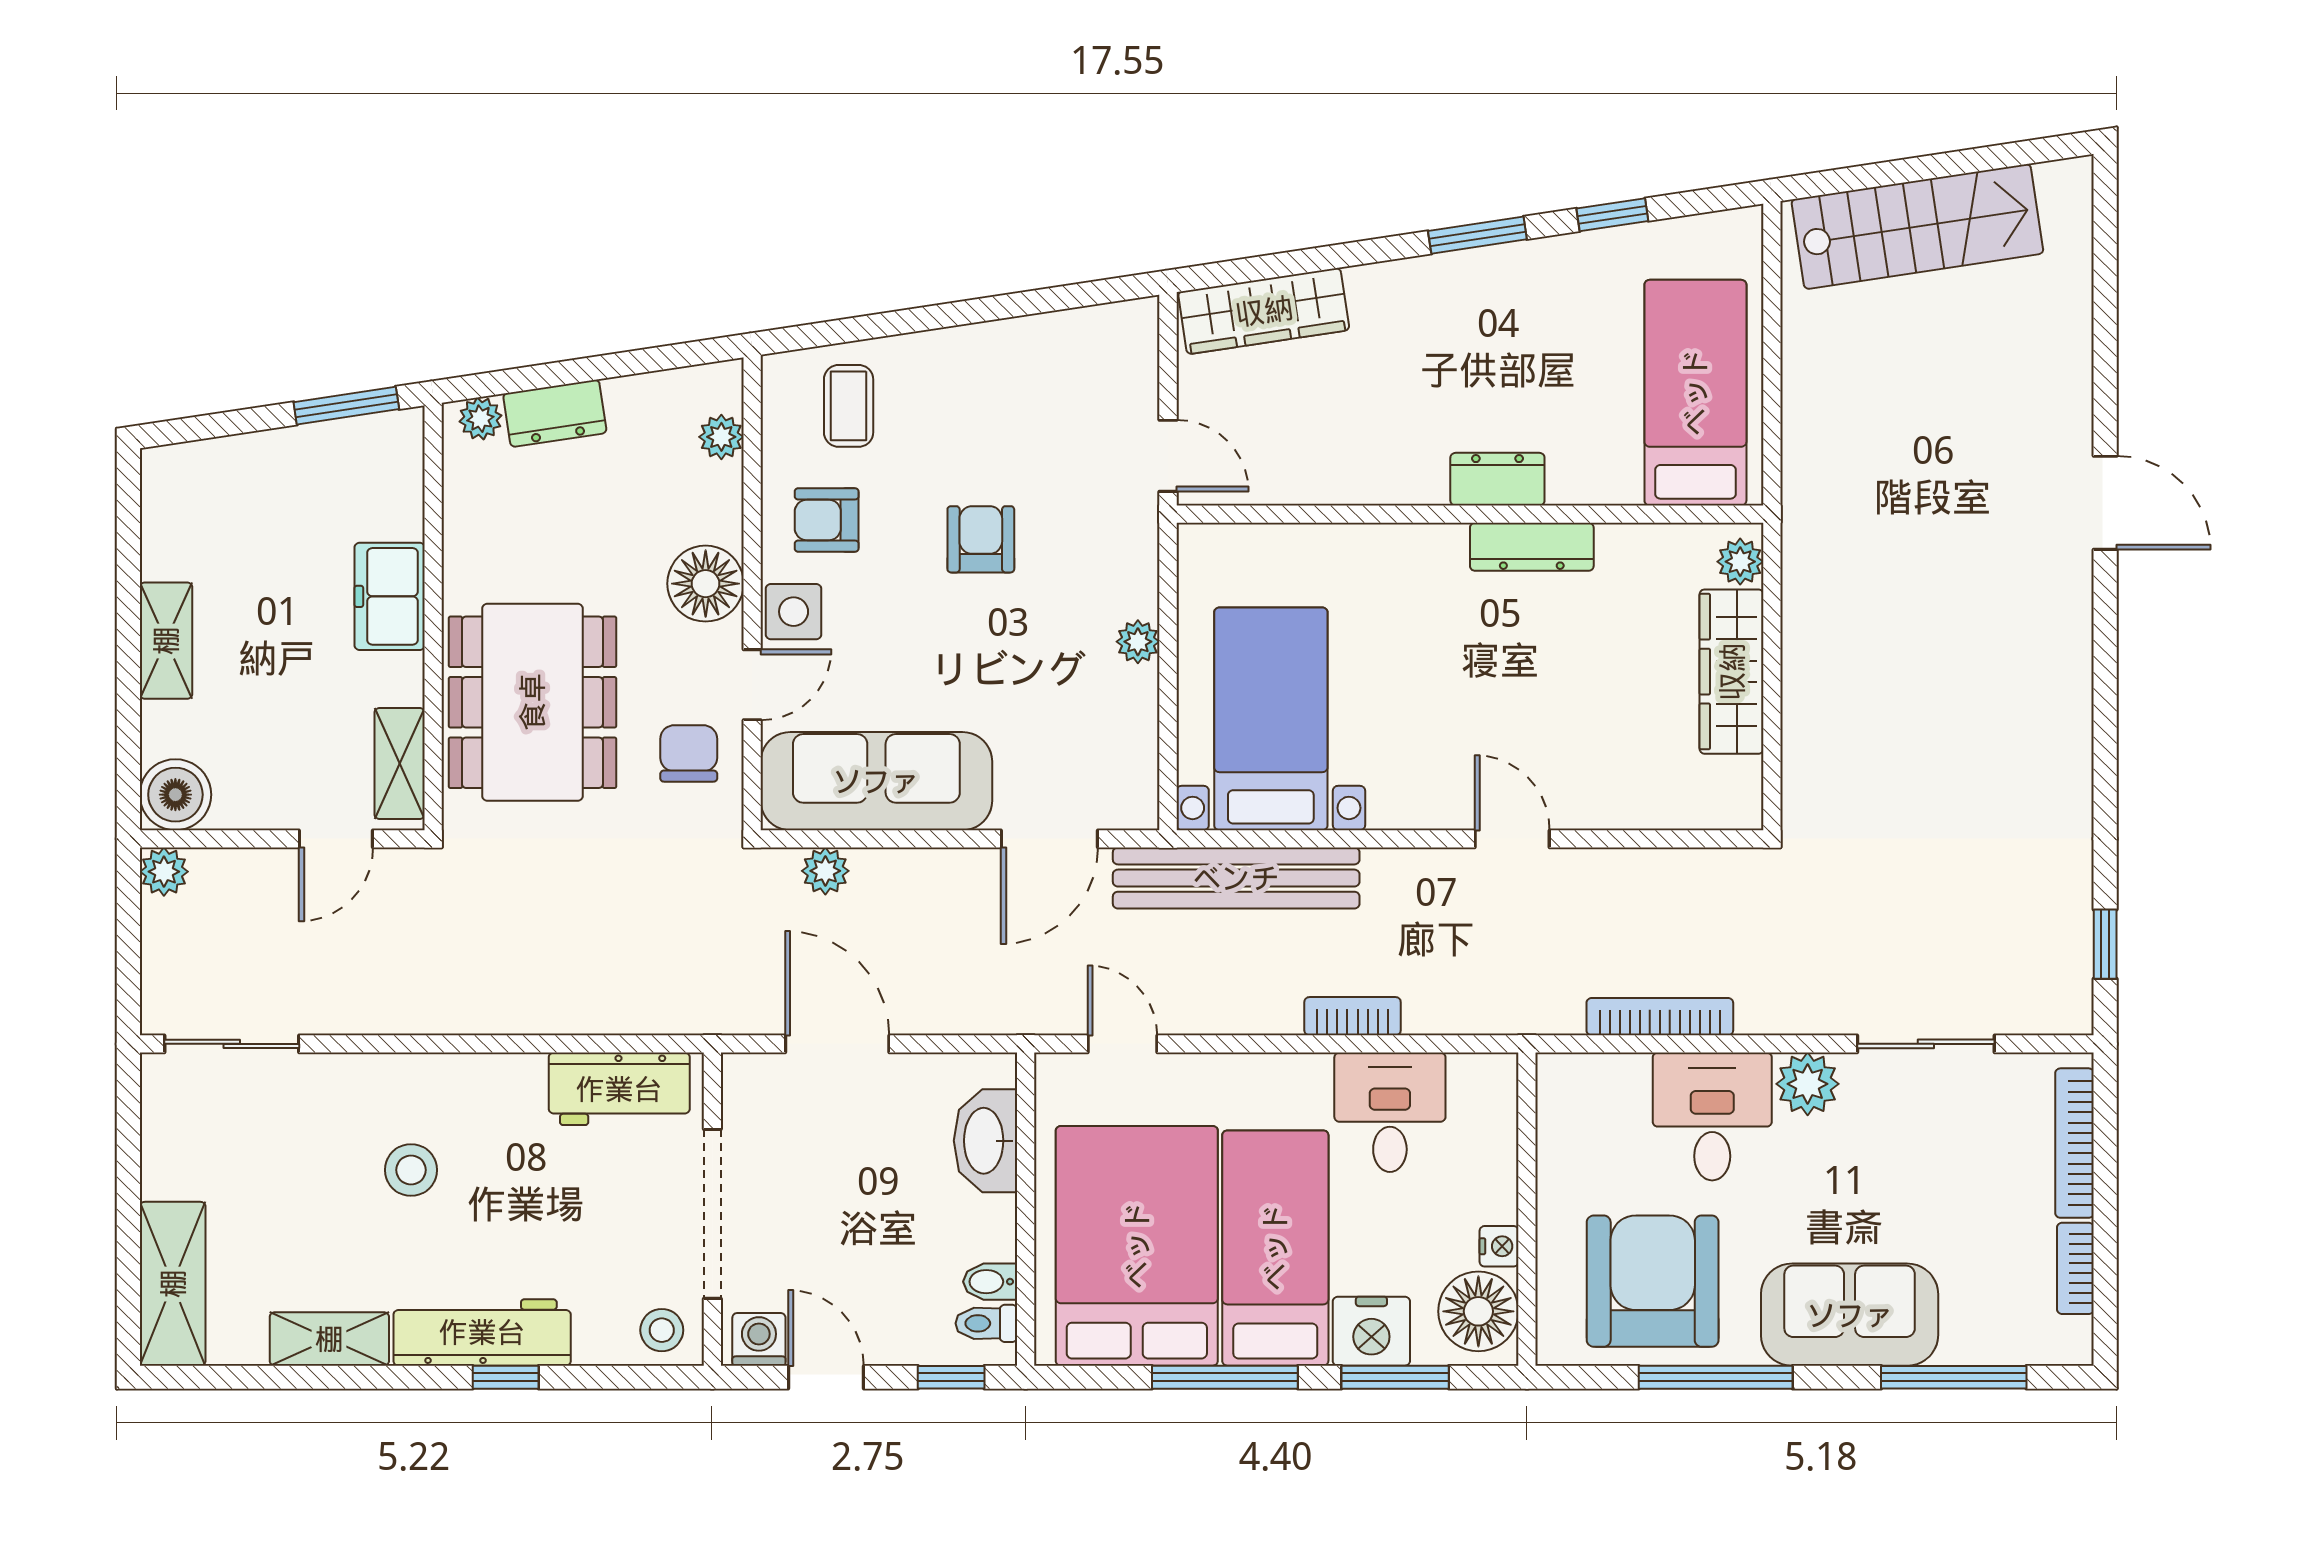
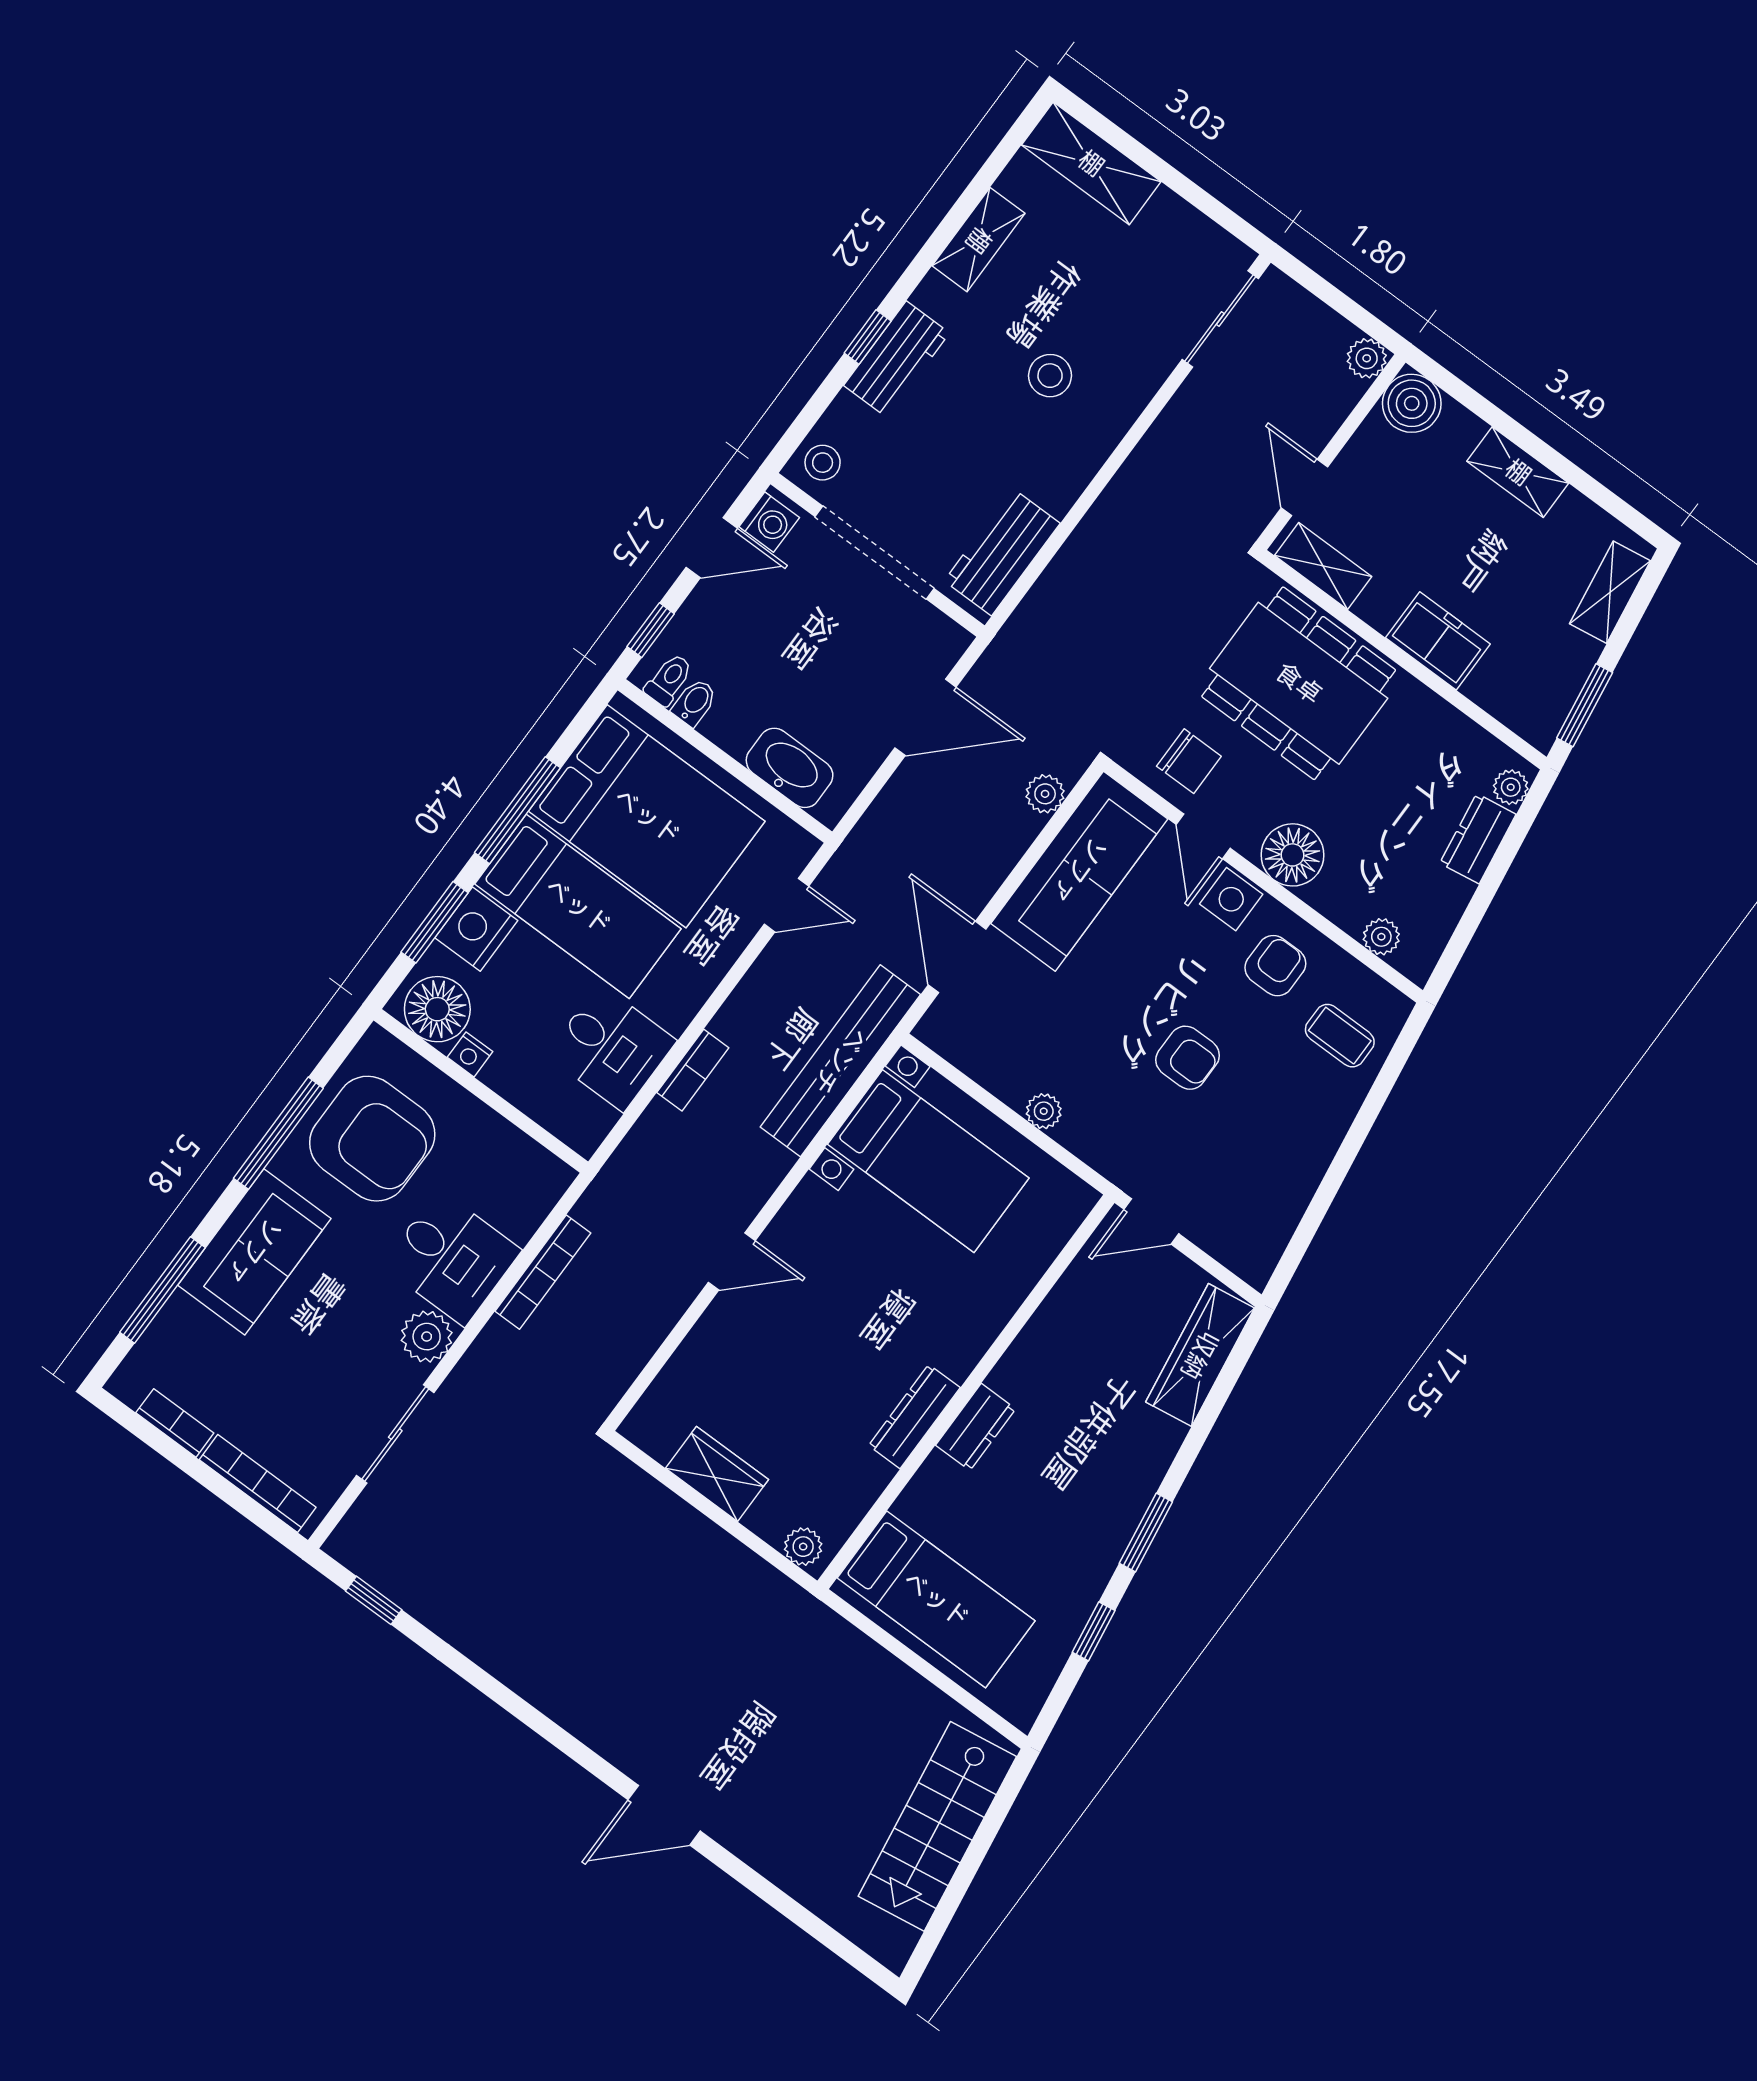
shelving: (217, 463) -> (1610, 592), added
wardrobe: (1732, 672) -> (717, 1474), width x0.67
workbench: (482, 1332) -> (897, 359), width x0.73

